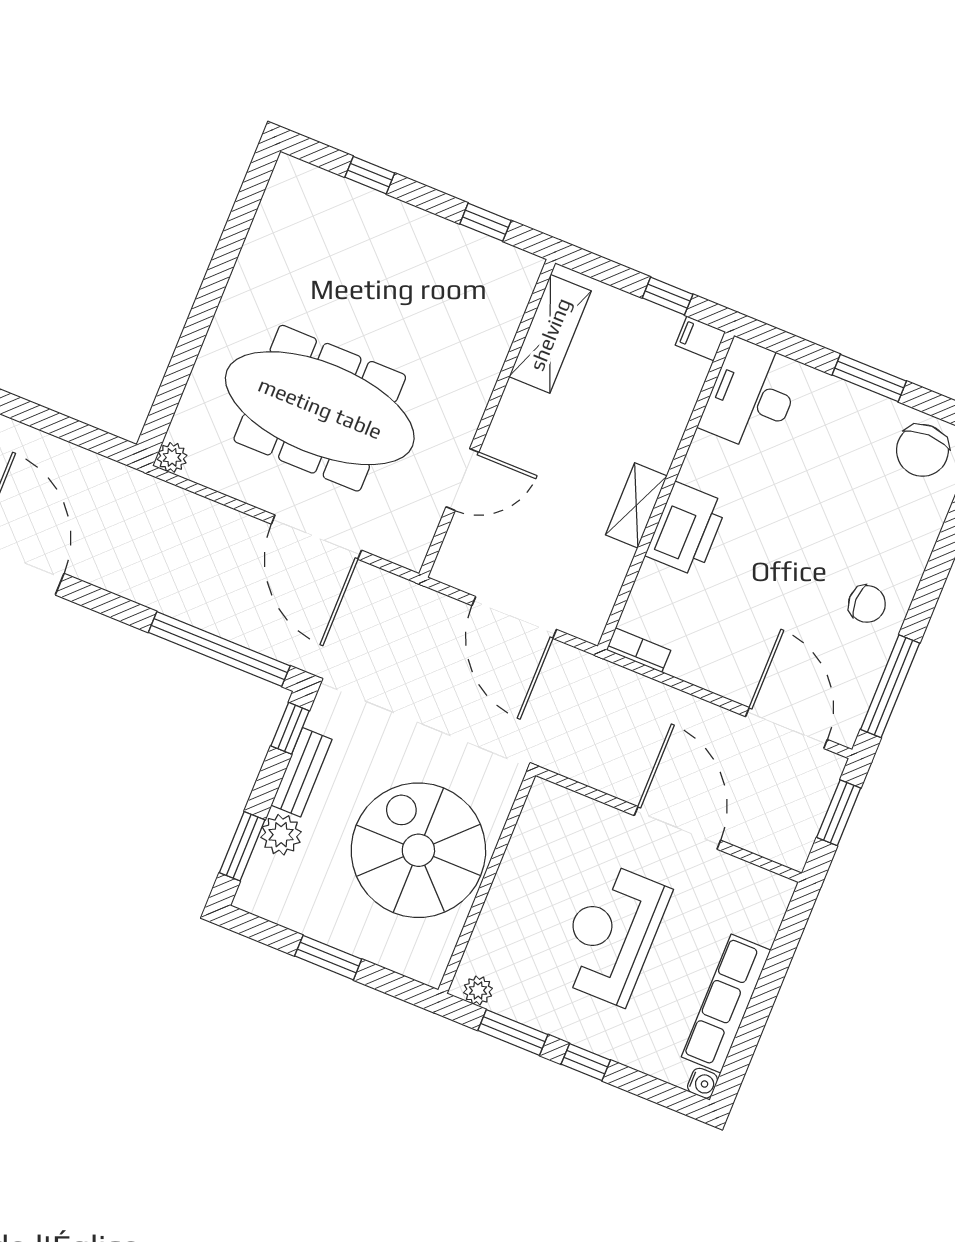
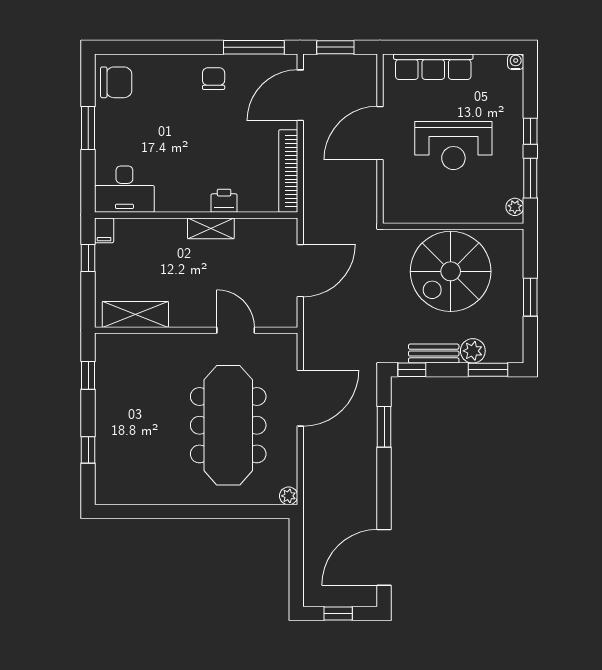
printer: (686, 529) -> (224, 201), width x0.53, depth x0.68
window: (219, 649) -> (384, 427), width x0.47
bookcase: (638, 650) -> (288, 171), width x2.31, depth x1.31
row of seats: (726, 1004) -> (433, 67), moved

